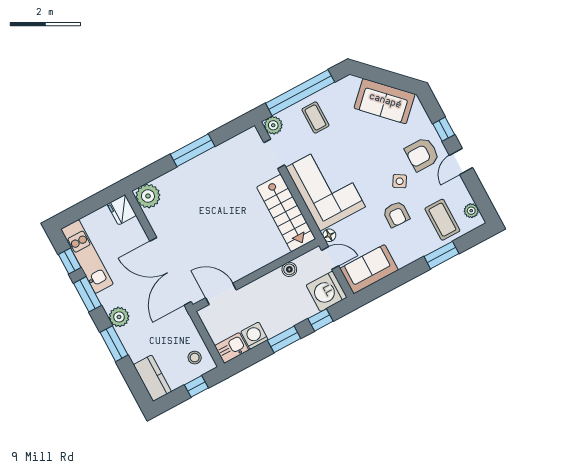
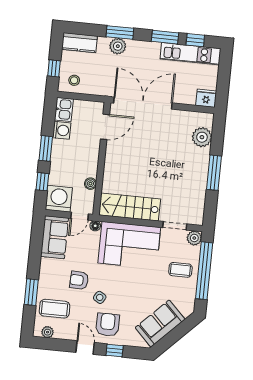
plant: (148, 196) -> (202, 137), moved
plant: (119, 317) -> (118, 46), moved

